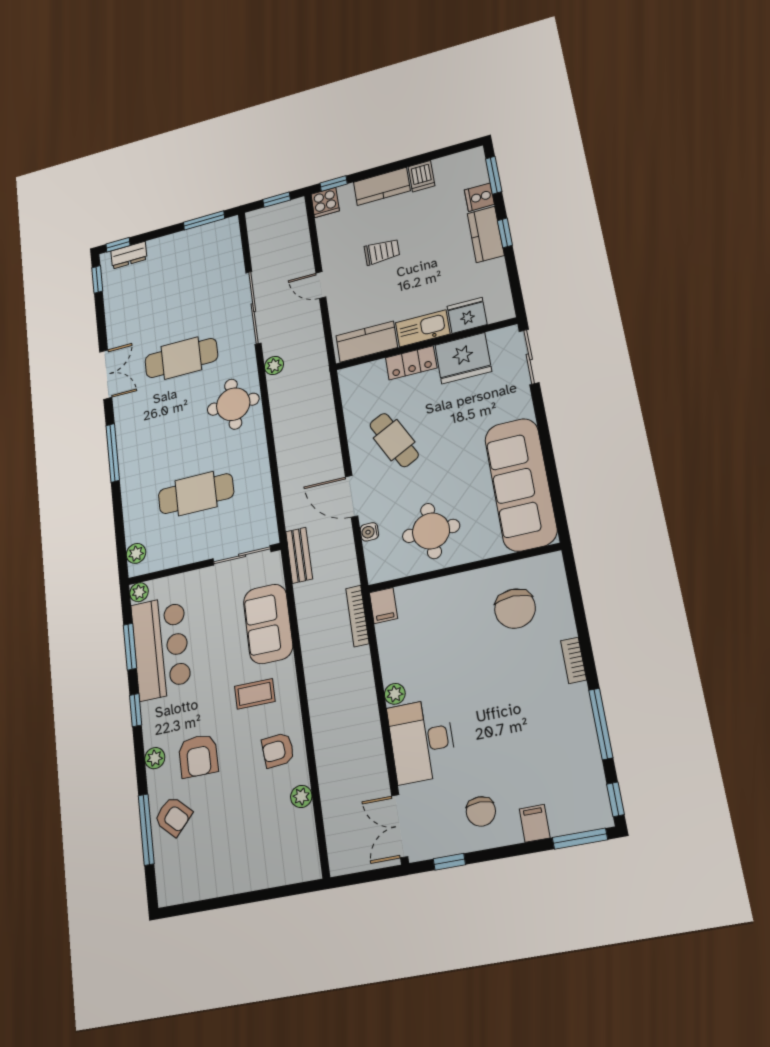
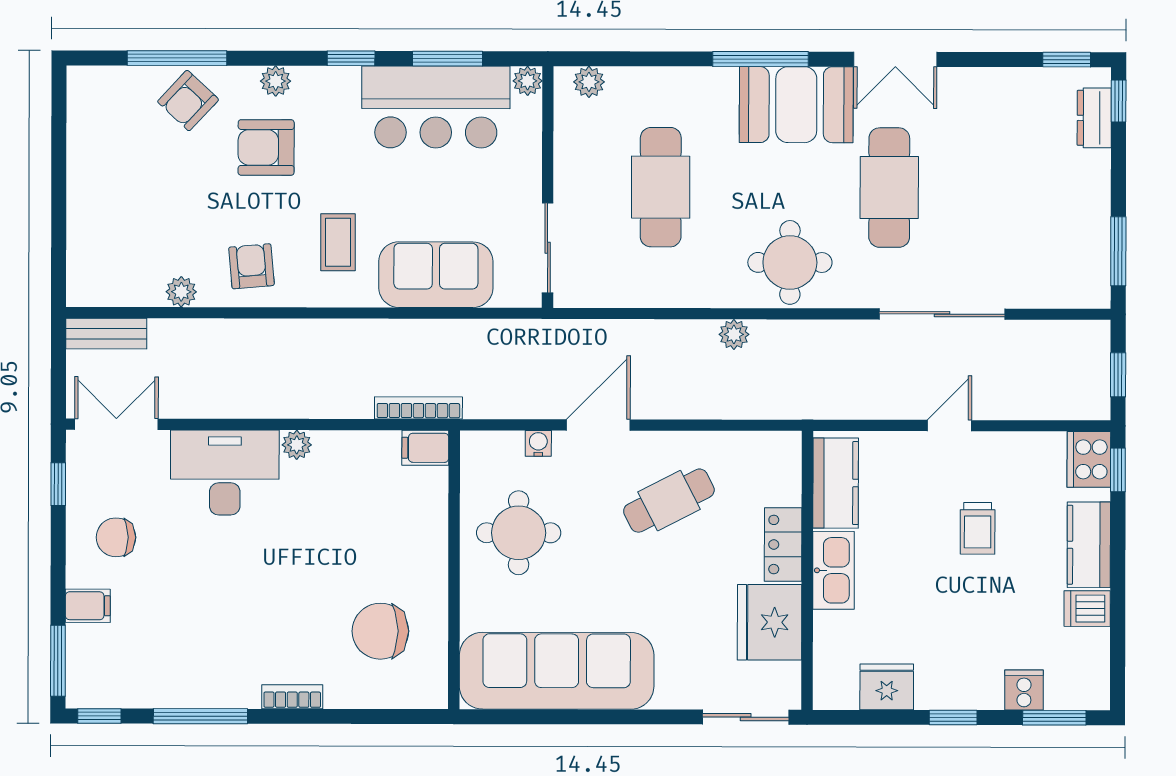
cooker: (325, 202) -> (1089, 459), width x1.36
kitchen counter: (486, 234) -> (959, 689), removed
fridge: (467, 315) -> (887, 687), moved, turned -90
plant: (274, 366) -> (734, 334), moved
booth: (138, 425) -> (796, 105), added
bench: (299, 555) -> (106, 334), moved

